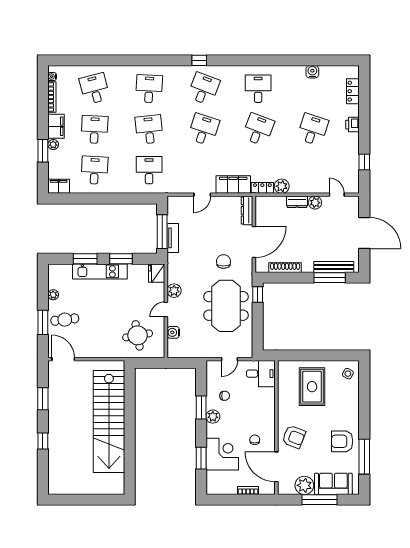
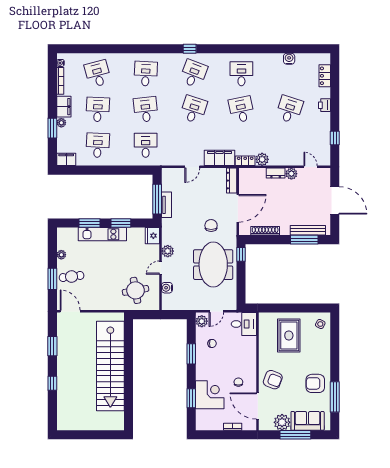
desk: (258, 129) -> (241, 109), turned -33
plant: (213, 417) -> (202, 321), moved

